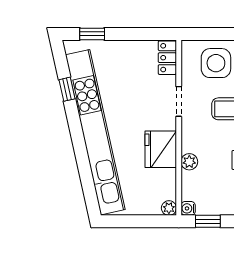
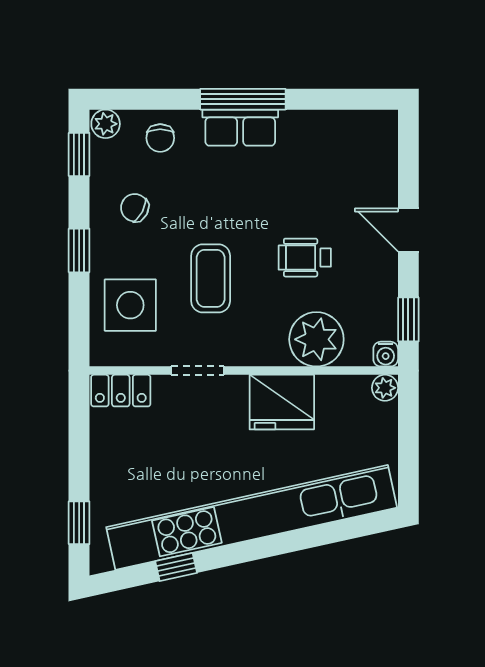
plant: (189, 162) -> (316, 339), width x1.88, depth x1.88

